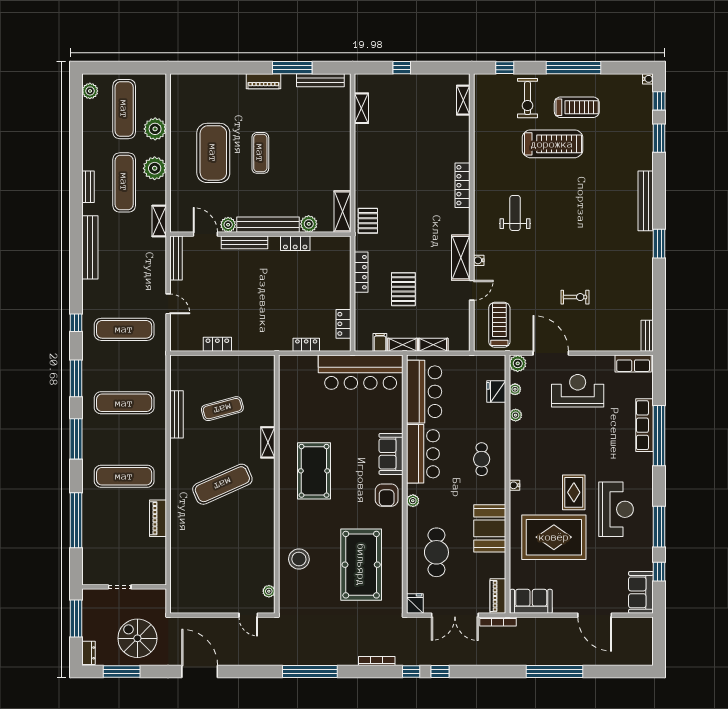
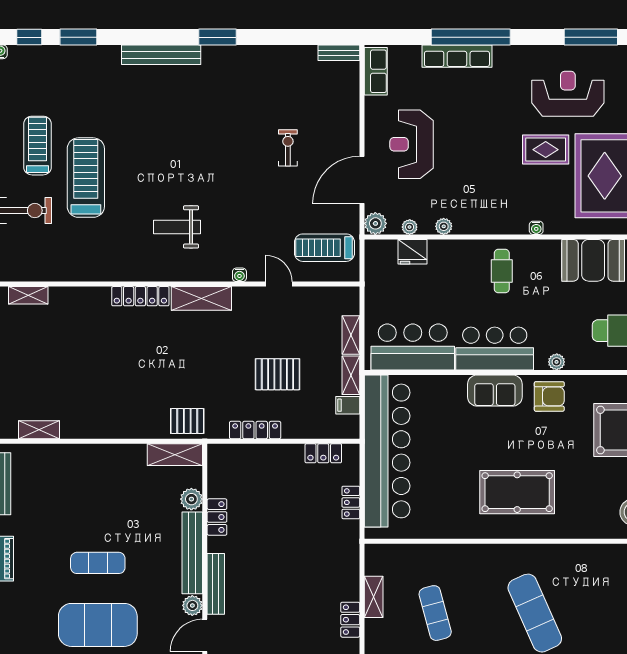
shelving: (461, 258) -> (201, 298), moved
bar counter: (361, 372) -> (387, 451), width x1.36
shelving: (268, 442) -> (374, 597), moved, turned 90
cafe table: (482, 459) -> (502, 271), turned 90

